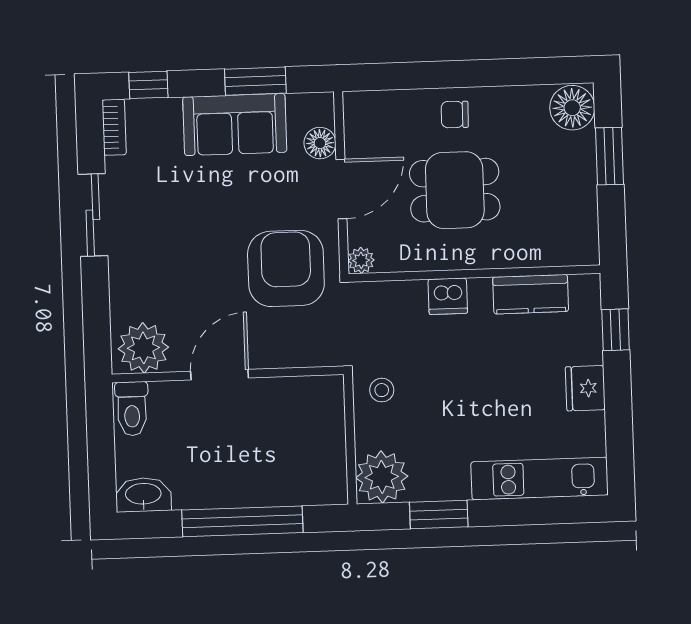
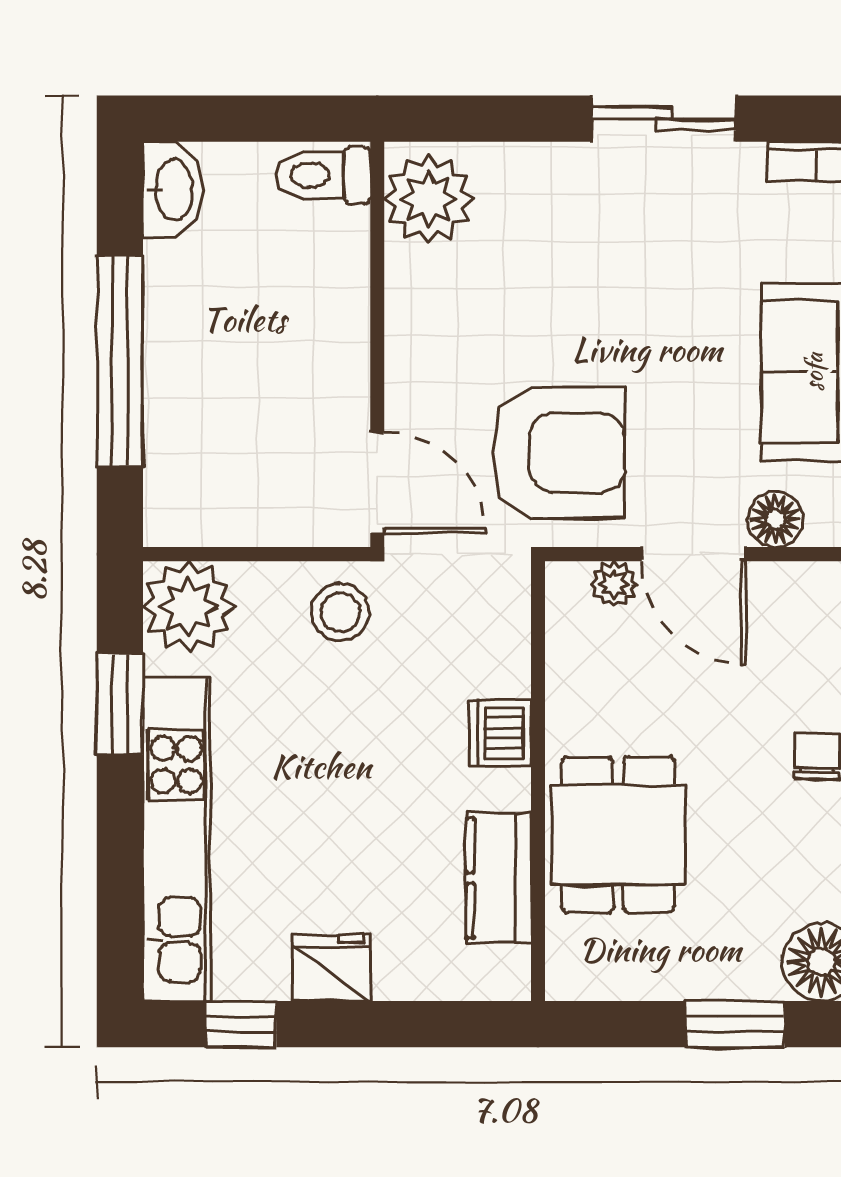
dining table: (455, 190) -> (618, 835), moved
plant: (361, 260) -> (614, 584), moved
window: (616, 330) -> (241, 1024), moved
door: (220, 375) -> (377, 483), moved
stool: (382, 390) -> (340, 612), width x1.37, depth x1.37
kitchen unit: (540, 479) -> (176, 839), width x1.36

